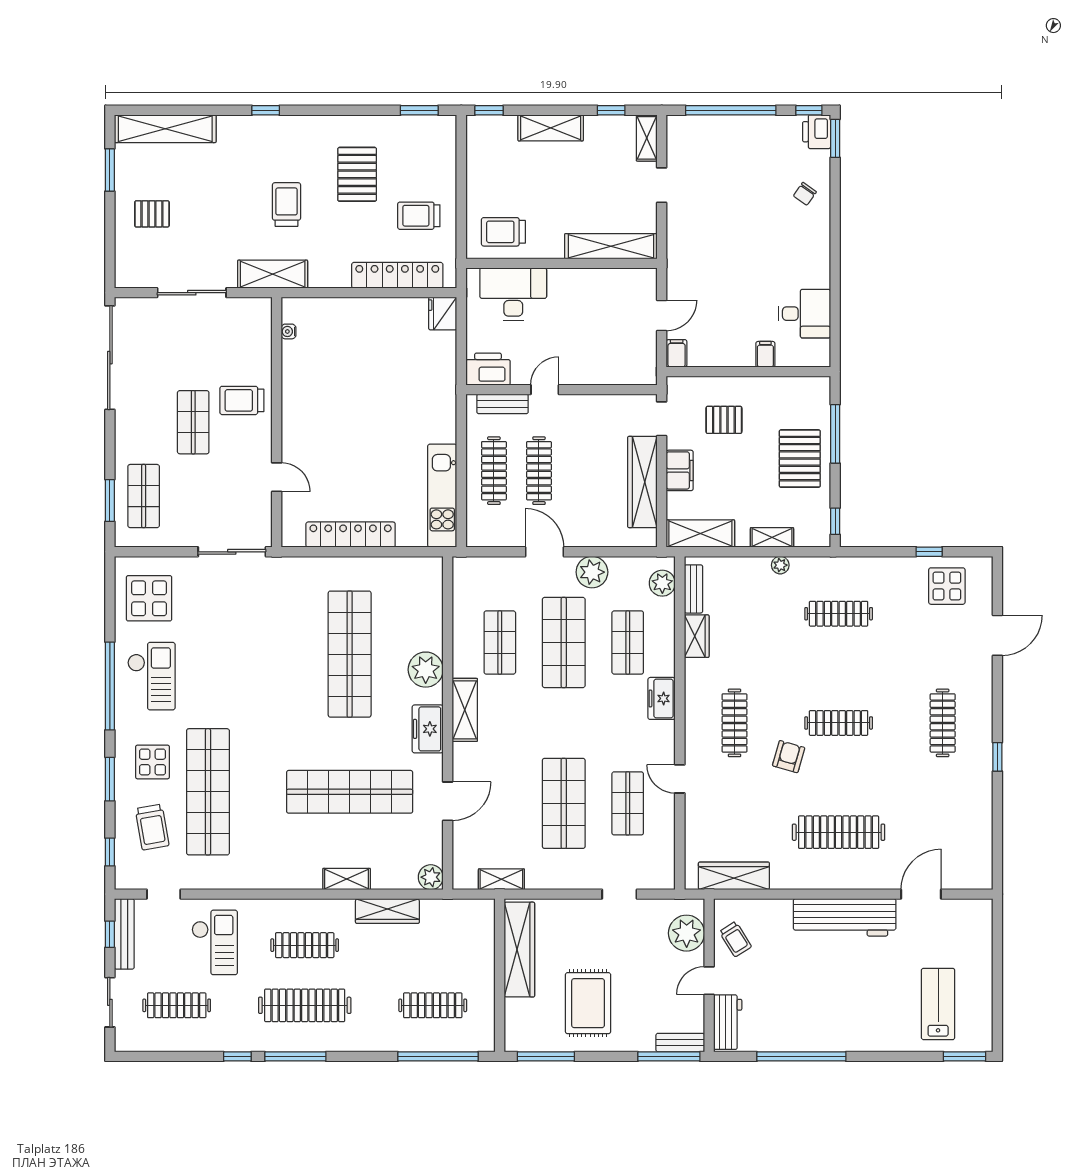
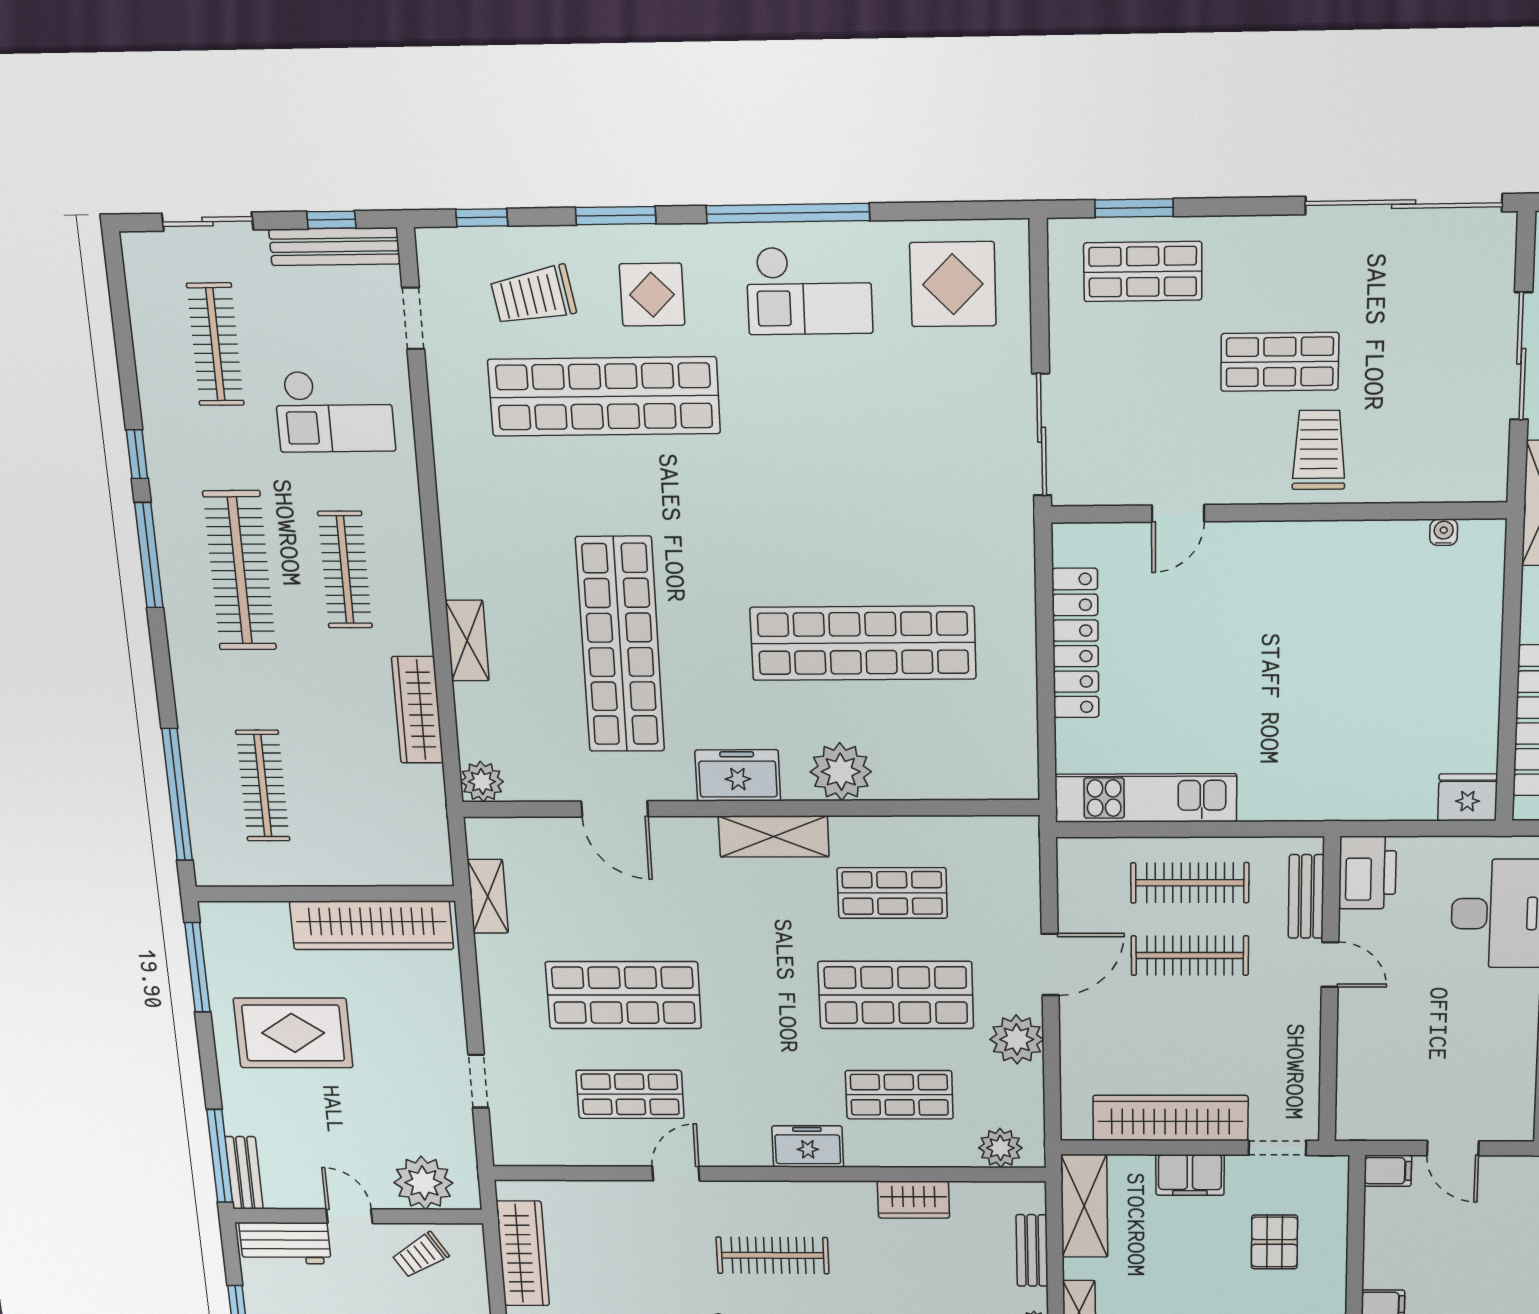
bench: (693, 589) -> (1032, 1250), moved, turned 90

